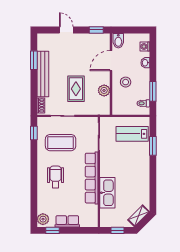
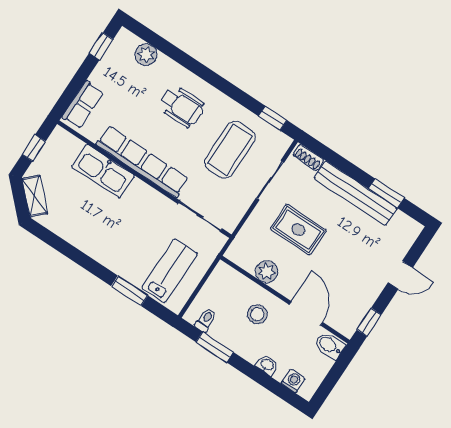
plant: (43, 219) -> (146, 55), moved
row of seats: (67, 221) -> (83, 105), moved

